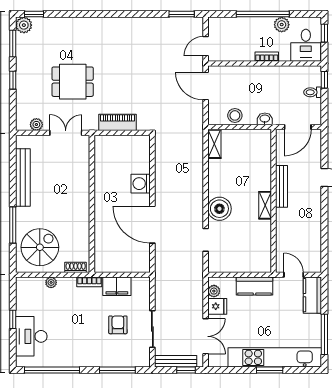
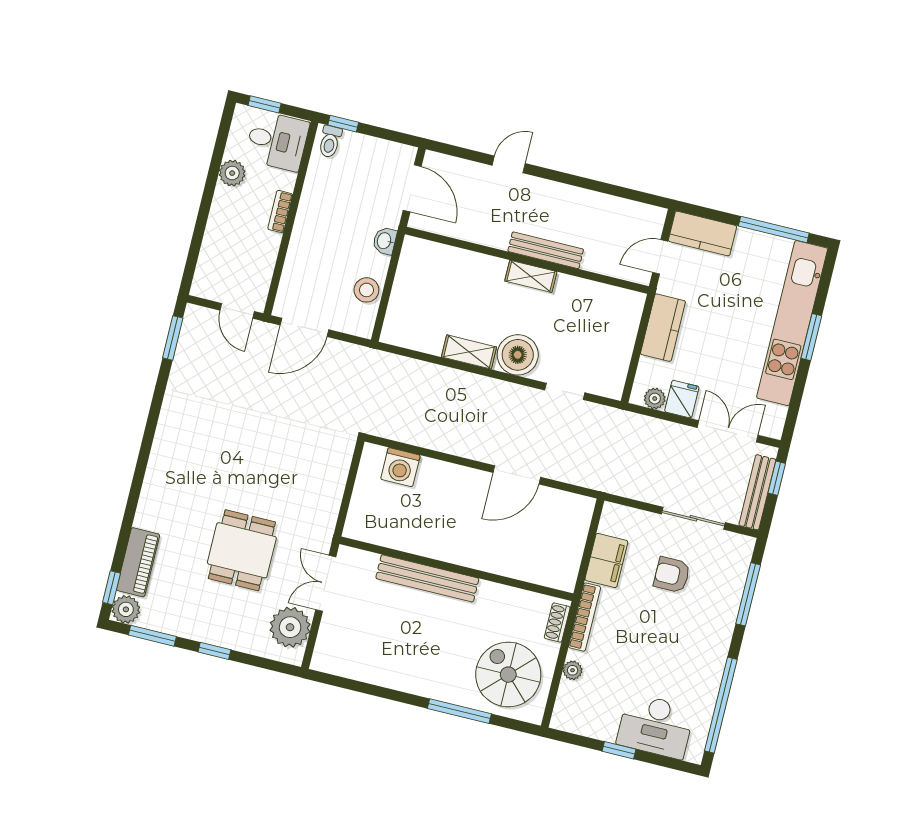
window: (263, 14) -> (206, 201), removed
toilet: (313, 92) -> (330, 142), moved
piano: (118, 122) -> (138, 562), moved, turned 180
plant: (36, 124) -> (290, 627), width x1.88, depth x1.88
shelving: (214, 144) -> (469, 352), moved
bench: (23, 177) -> (427, 578), moved
washing machine: (141, 184) -> (400, 467), moved
bench: (282, 186) -> (546, 250), moved
door: (152, 225) -> (517, 475), width x0.73
bookcase: (89, 282) -> (585, 617), width x1.56

